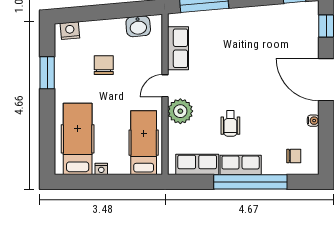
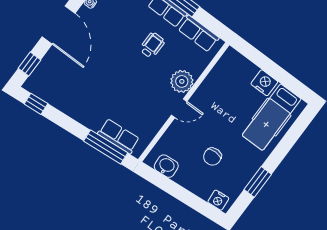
row of seats: (178, 48) -> (119, 136), moved, turned 85
hospital bed: (144, 143) -> (226, 79), removed
nightstand: (101, 169) -> (264, 83), width x1.89, depth x1.79

